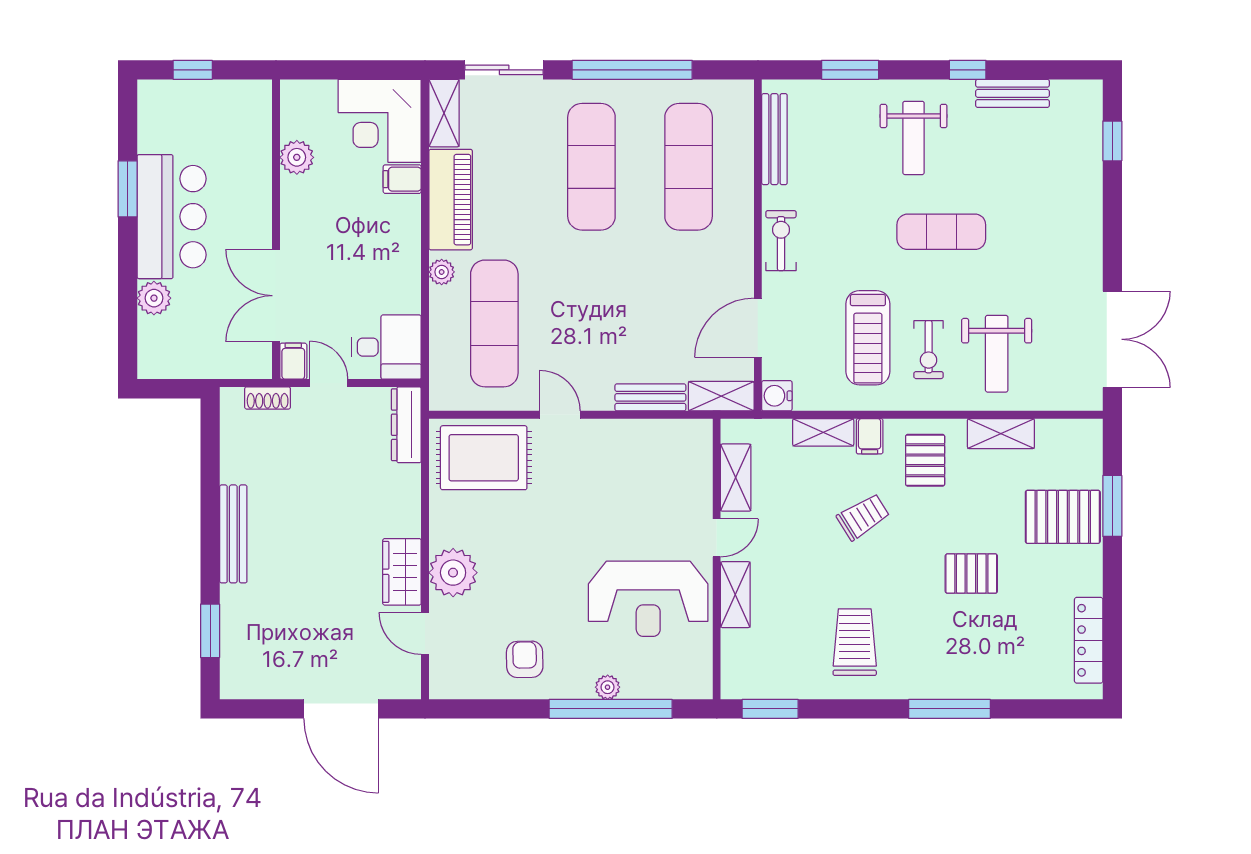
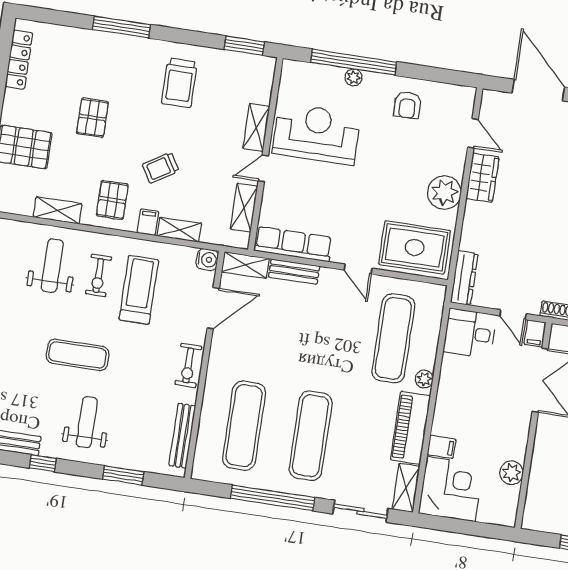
exercise bike: (929, 350) -> (99, 275), turned 180
row of seats: (658, 436) -> (293, 244), added
plant: (453, 573) -> (444, 193), moved
pallet: (971, 574) -> (92, 118), turned 90

